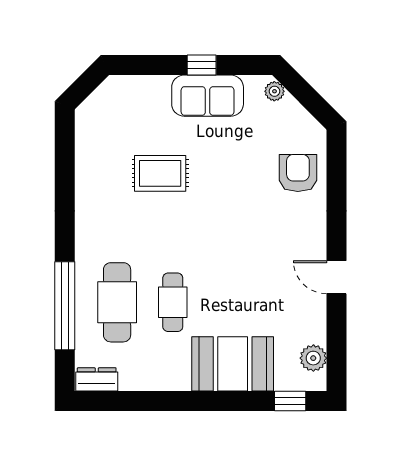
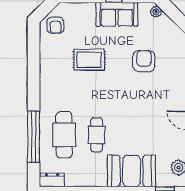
armchair: (102, 114) -> (55, 25), added
armchair: (298, 173) -> (144, 61), moved

